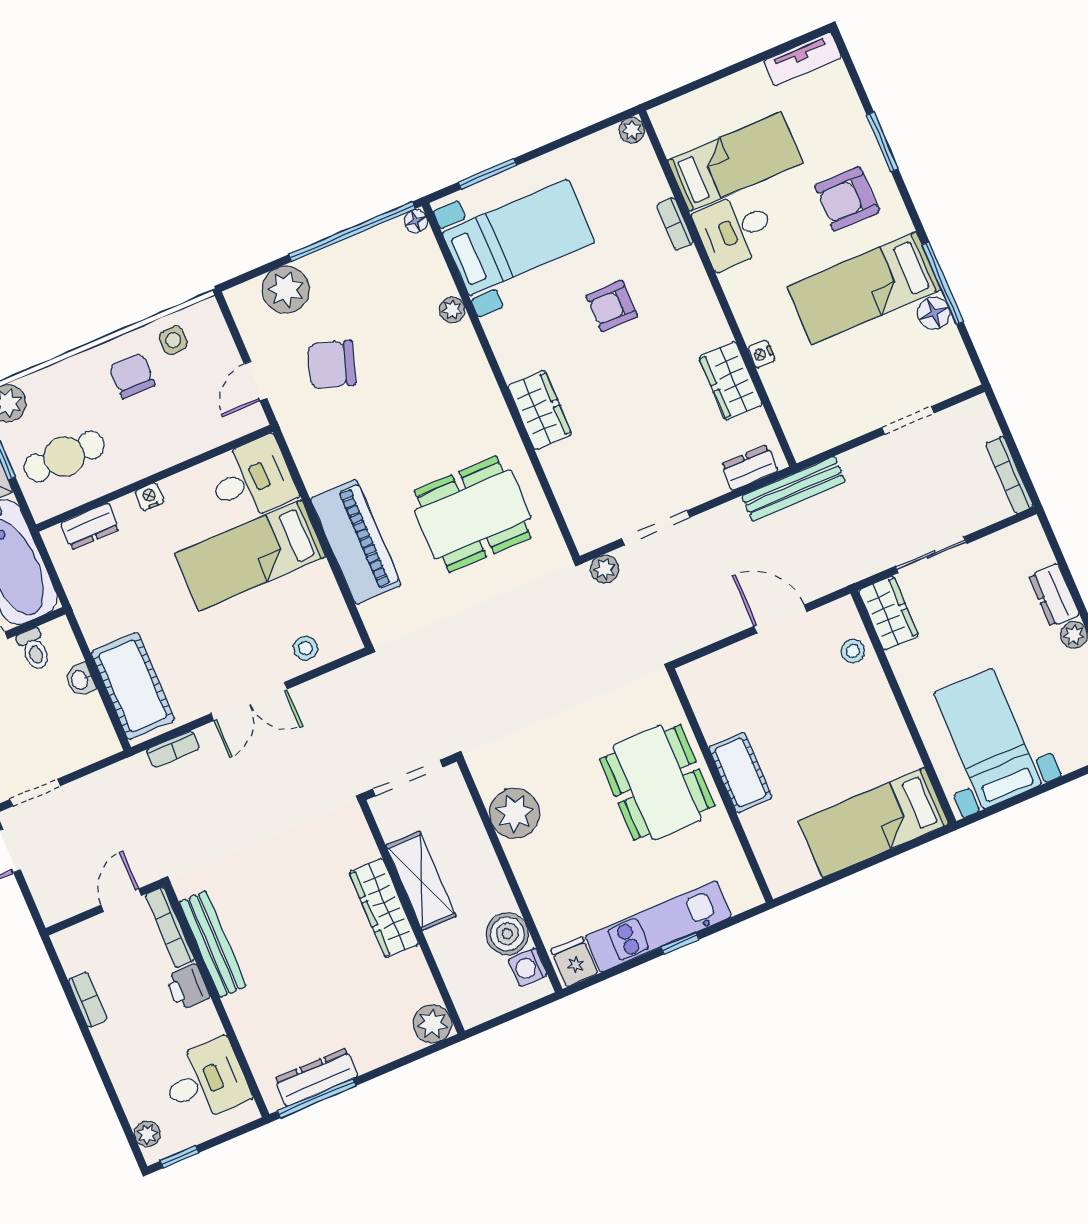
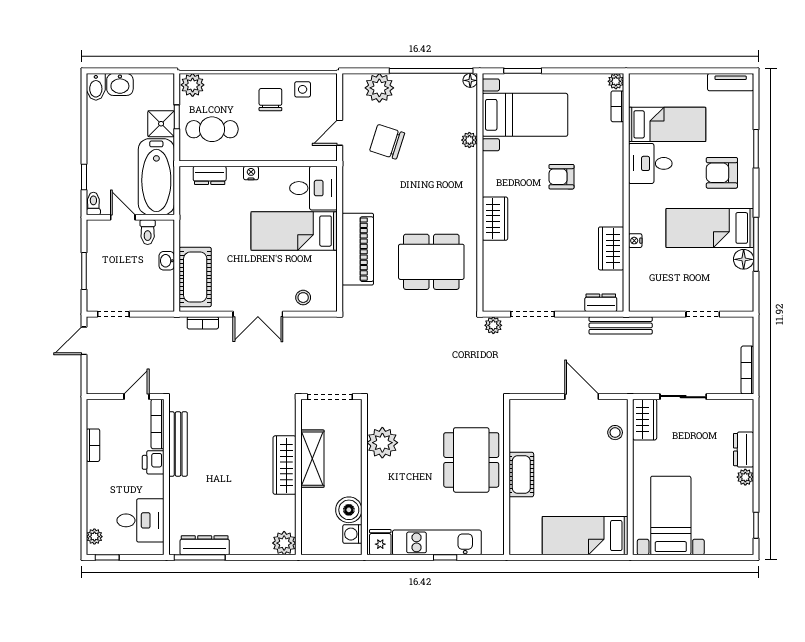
bookcase: (675, 224) -> (617, 106), moved

